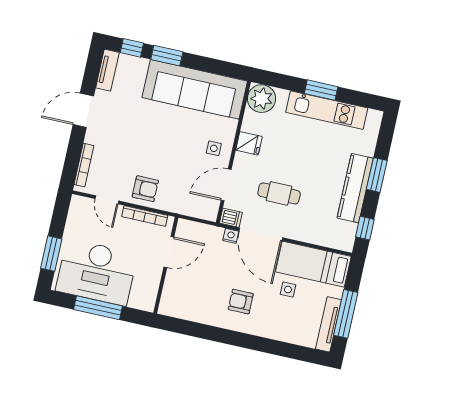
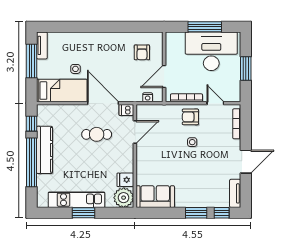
sofa: (195, 89) -> (155, 197), width x0.54, depth x0.79
fridge: (249, 143) -> (125, 180), moved
side table: (214, 148) -> (192, 142), moved
window: (377, 175) -> (32, 162), width x2.11
nightstand: (231, 236) -> (148, 97), moved
window: (51, 254) -> (246, 68), moved
armchair: (241, 302) -> (142, 52), moved, turned 90
tv unit: (329, 324) -> (42, 45), width x0.71

